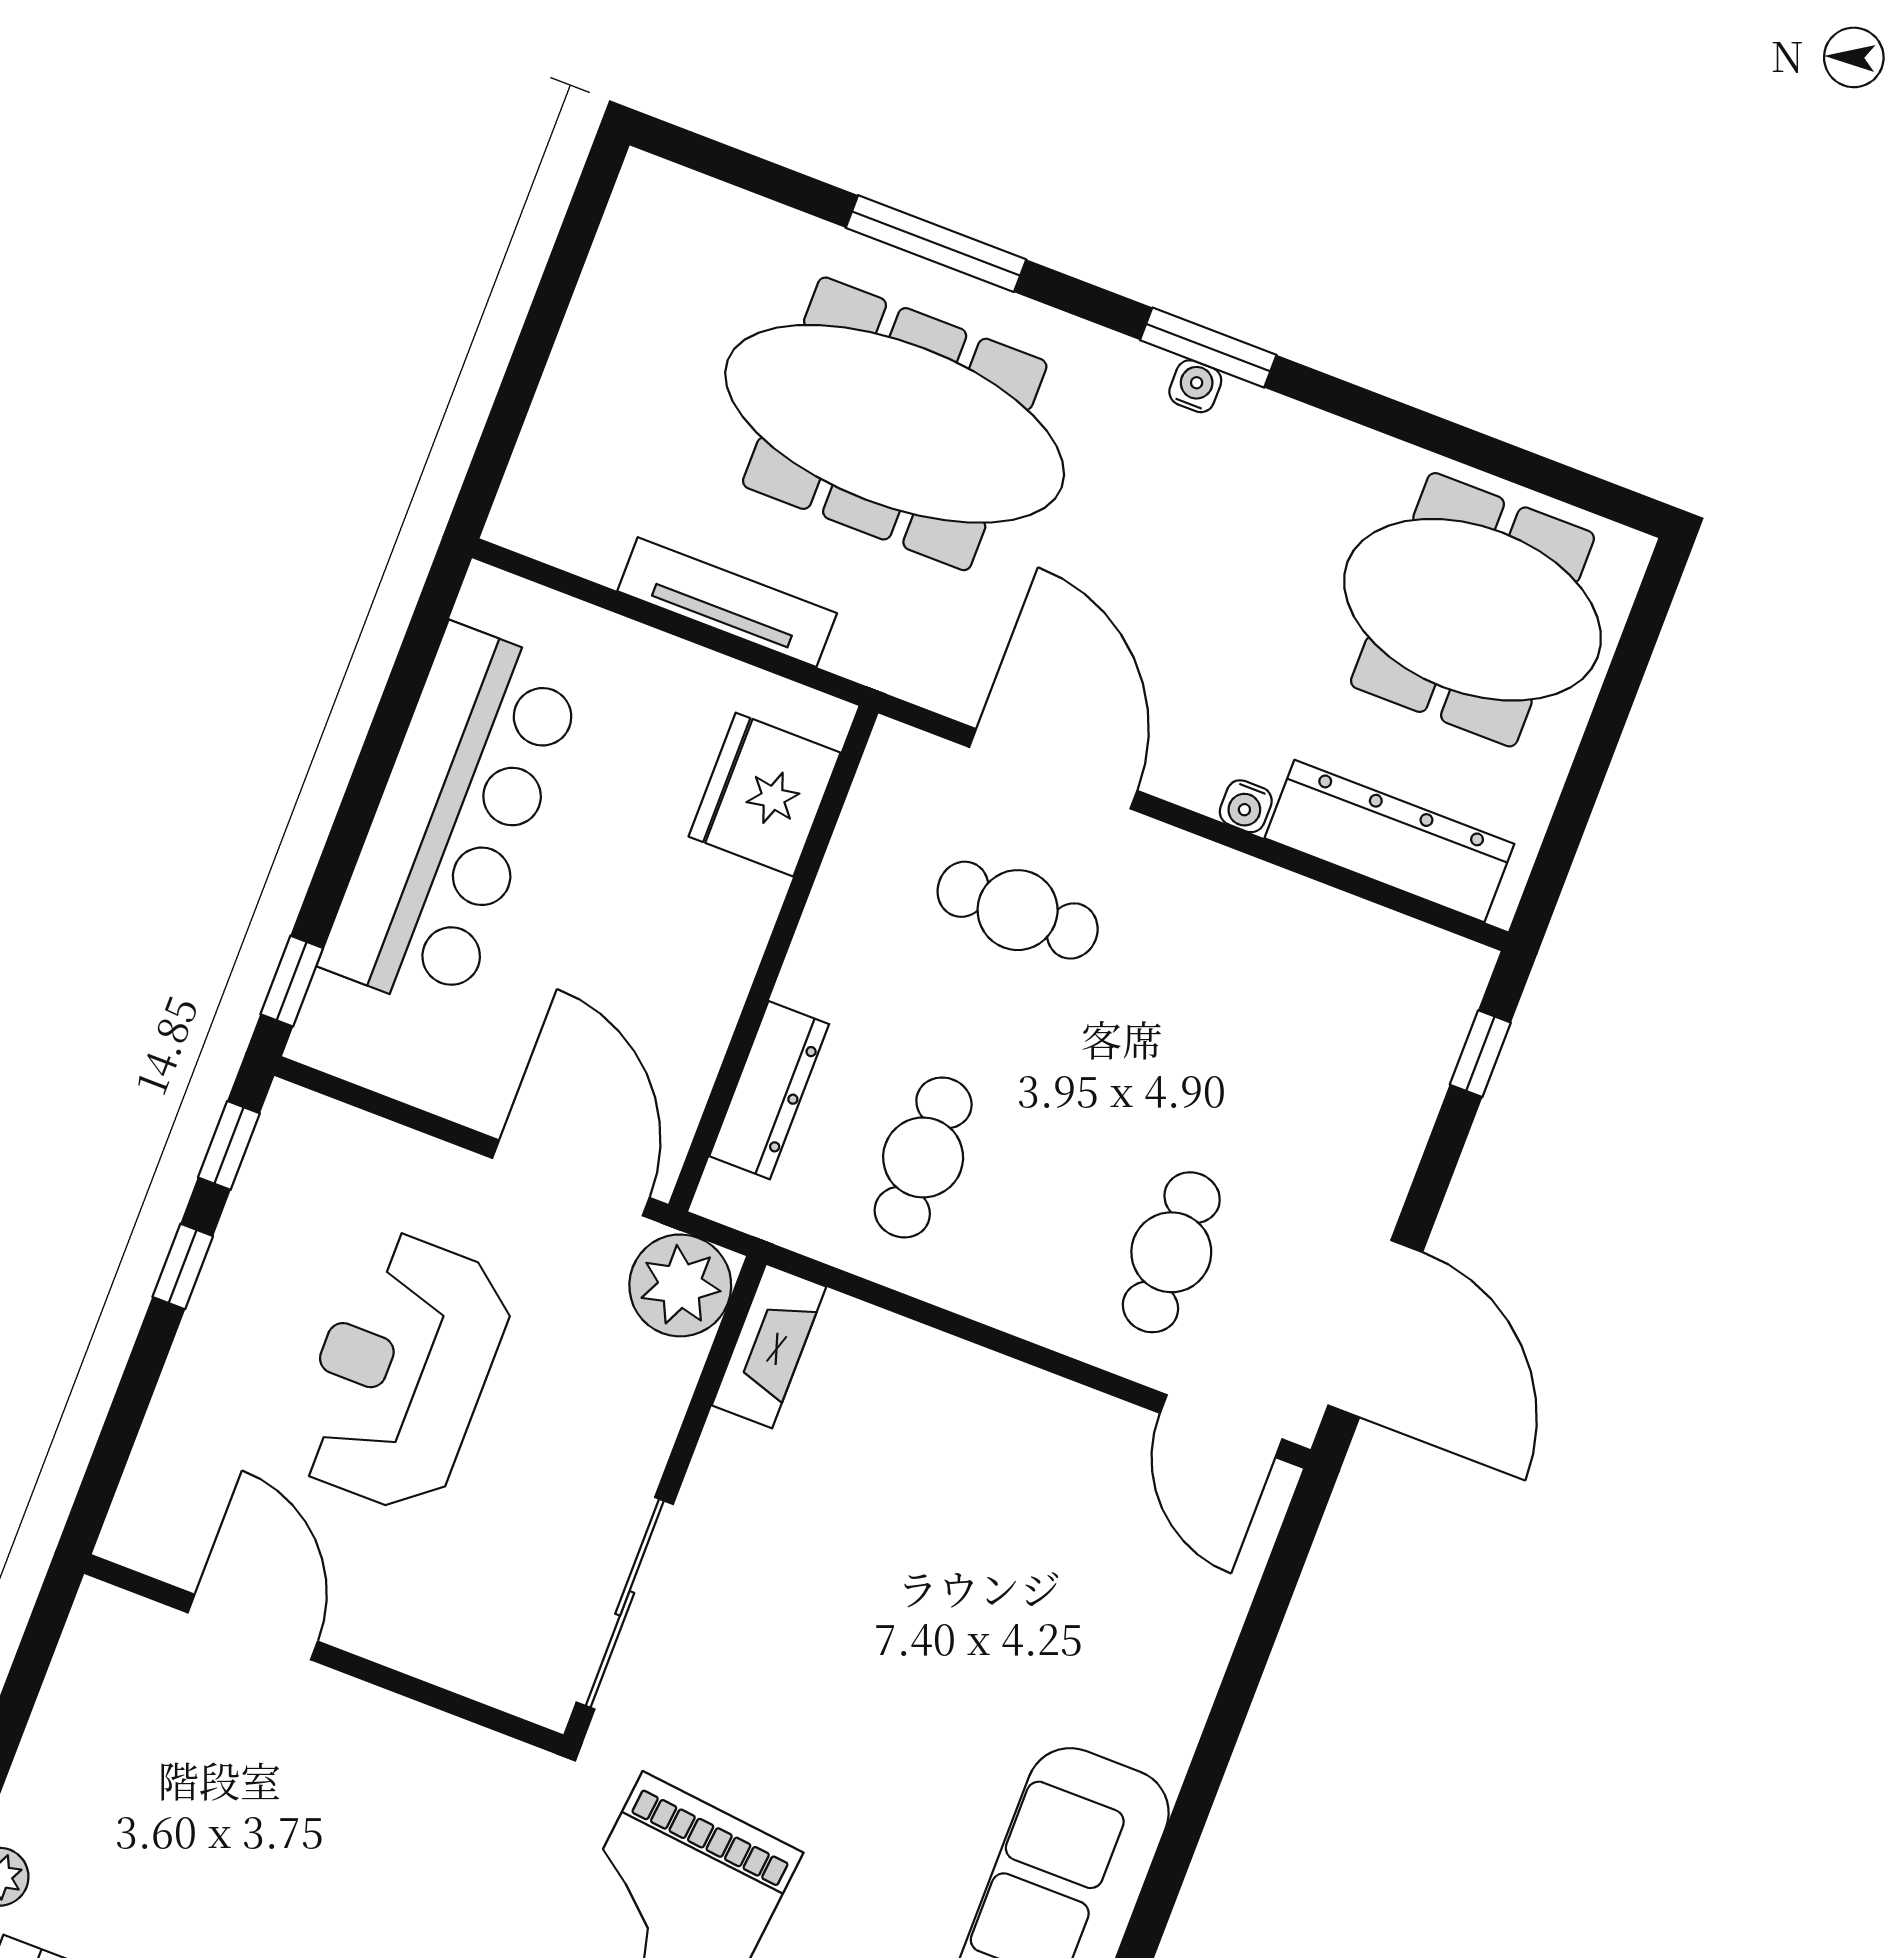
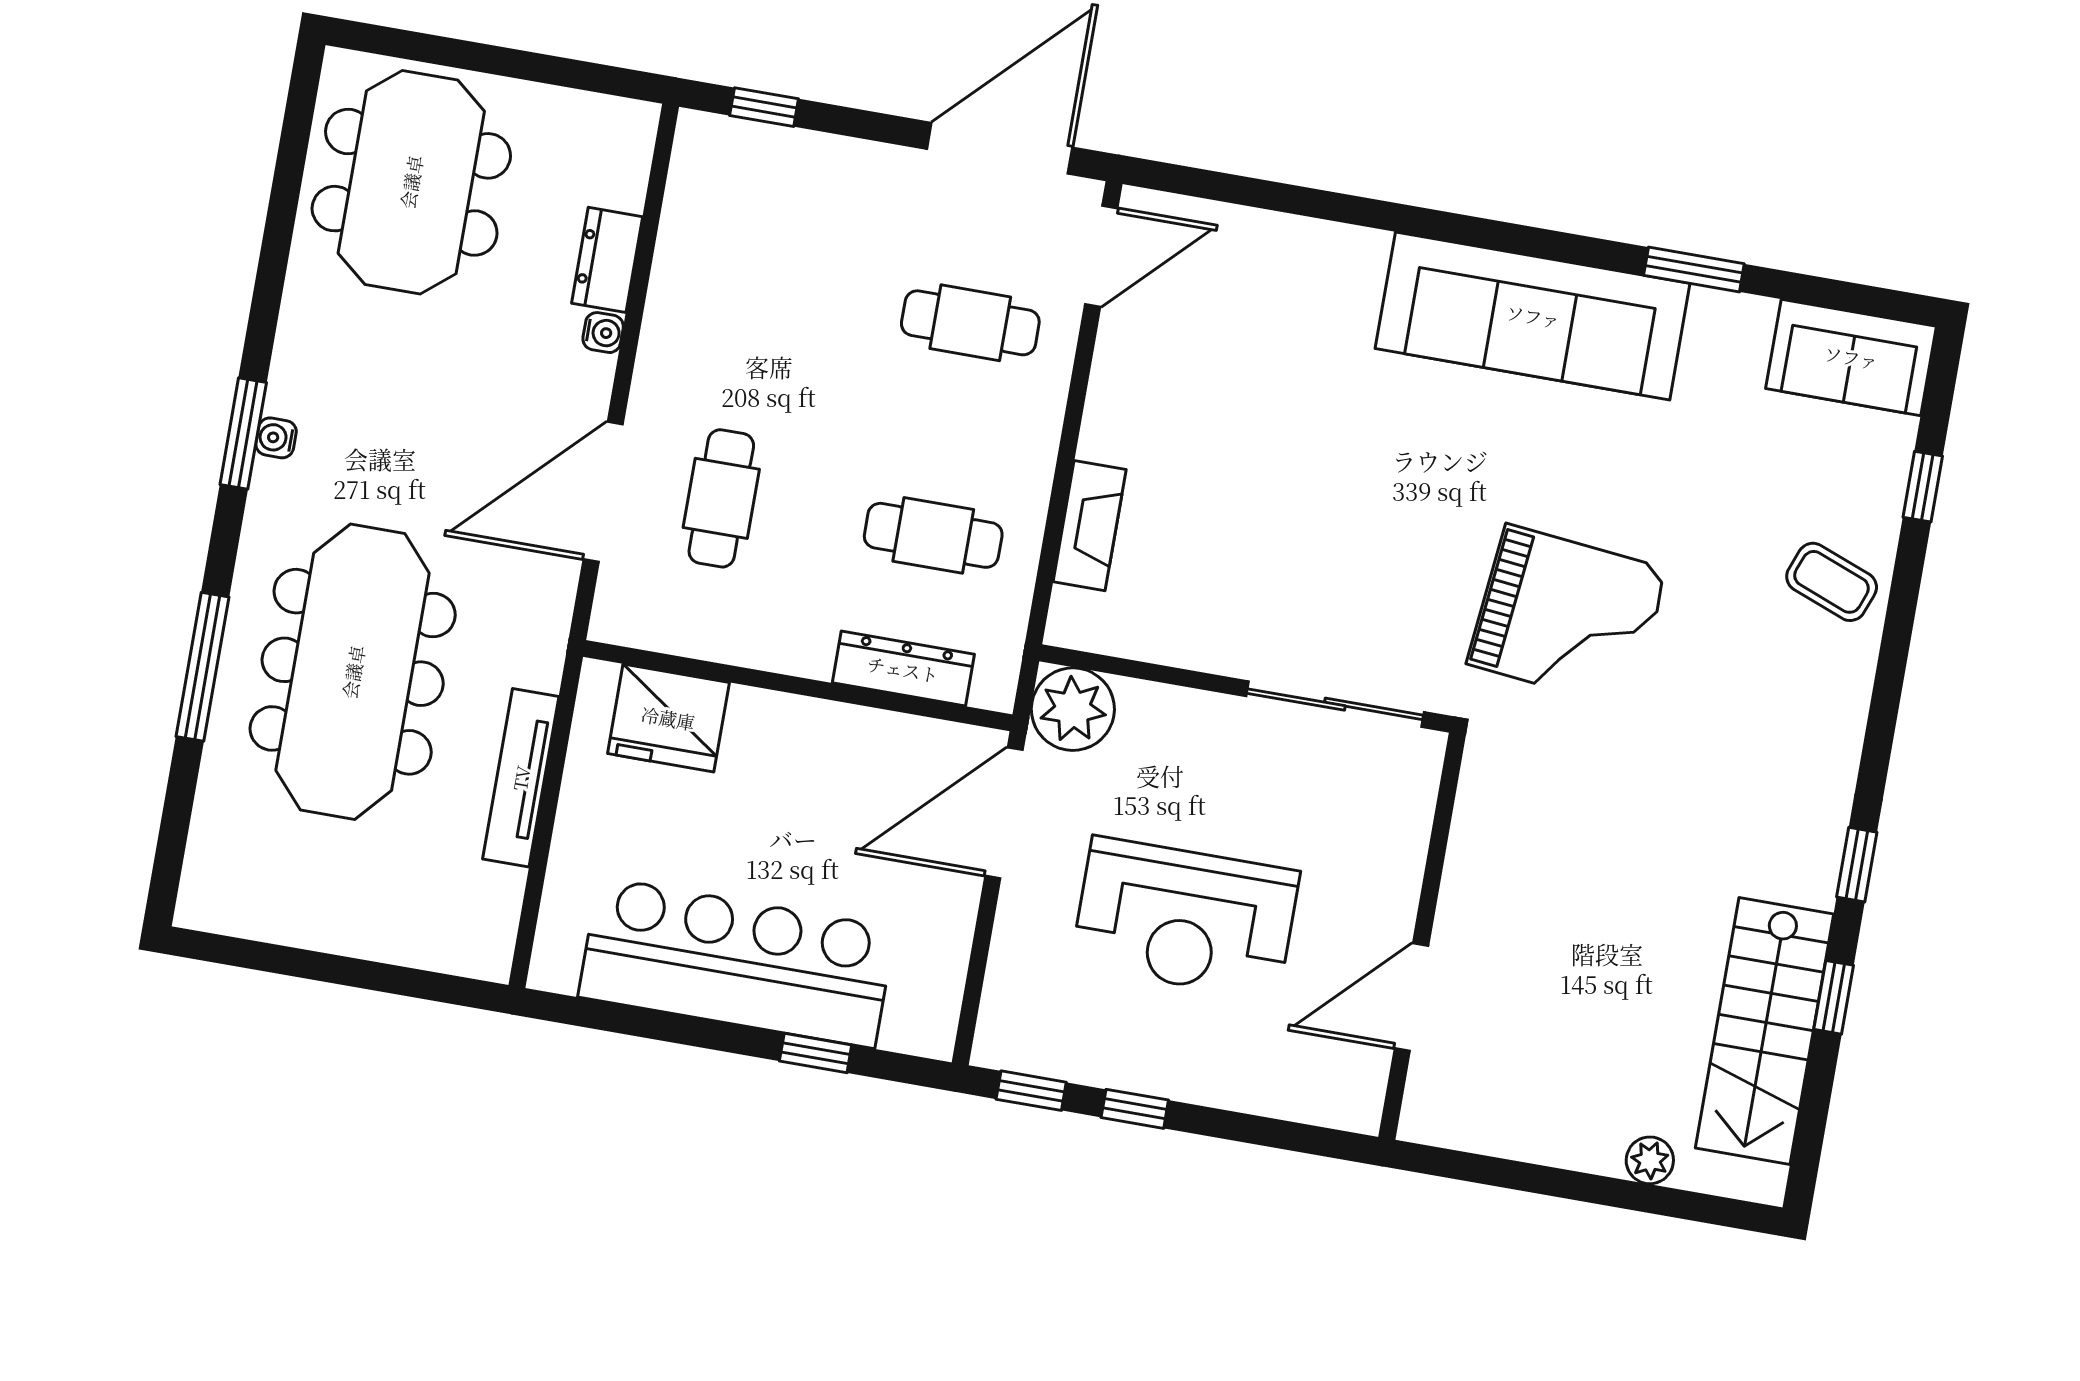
dresser: (1389, 841) -> (607, 260), width x0.51, depth x0.80
window: (292, 981) -> (816, 1053), moved
fireplace: (769, 1346) -> (1090, 526), moved, turned 90

